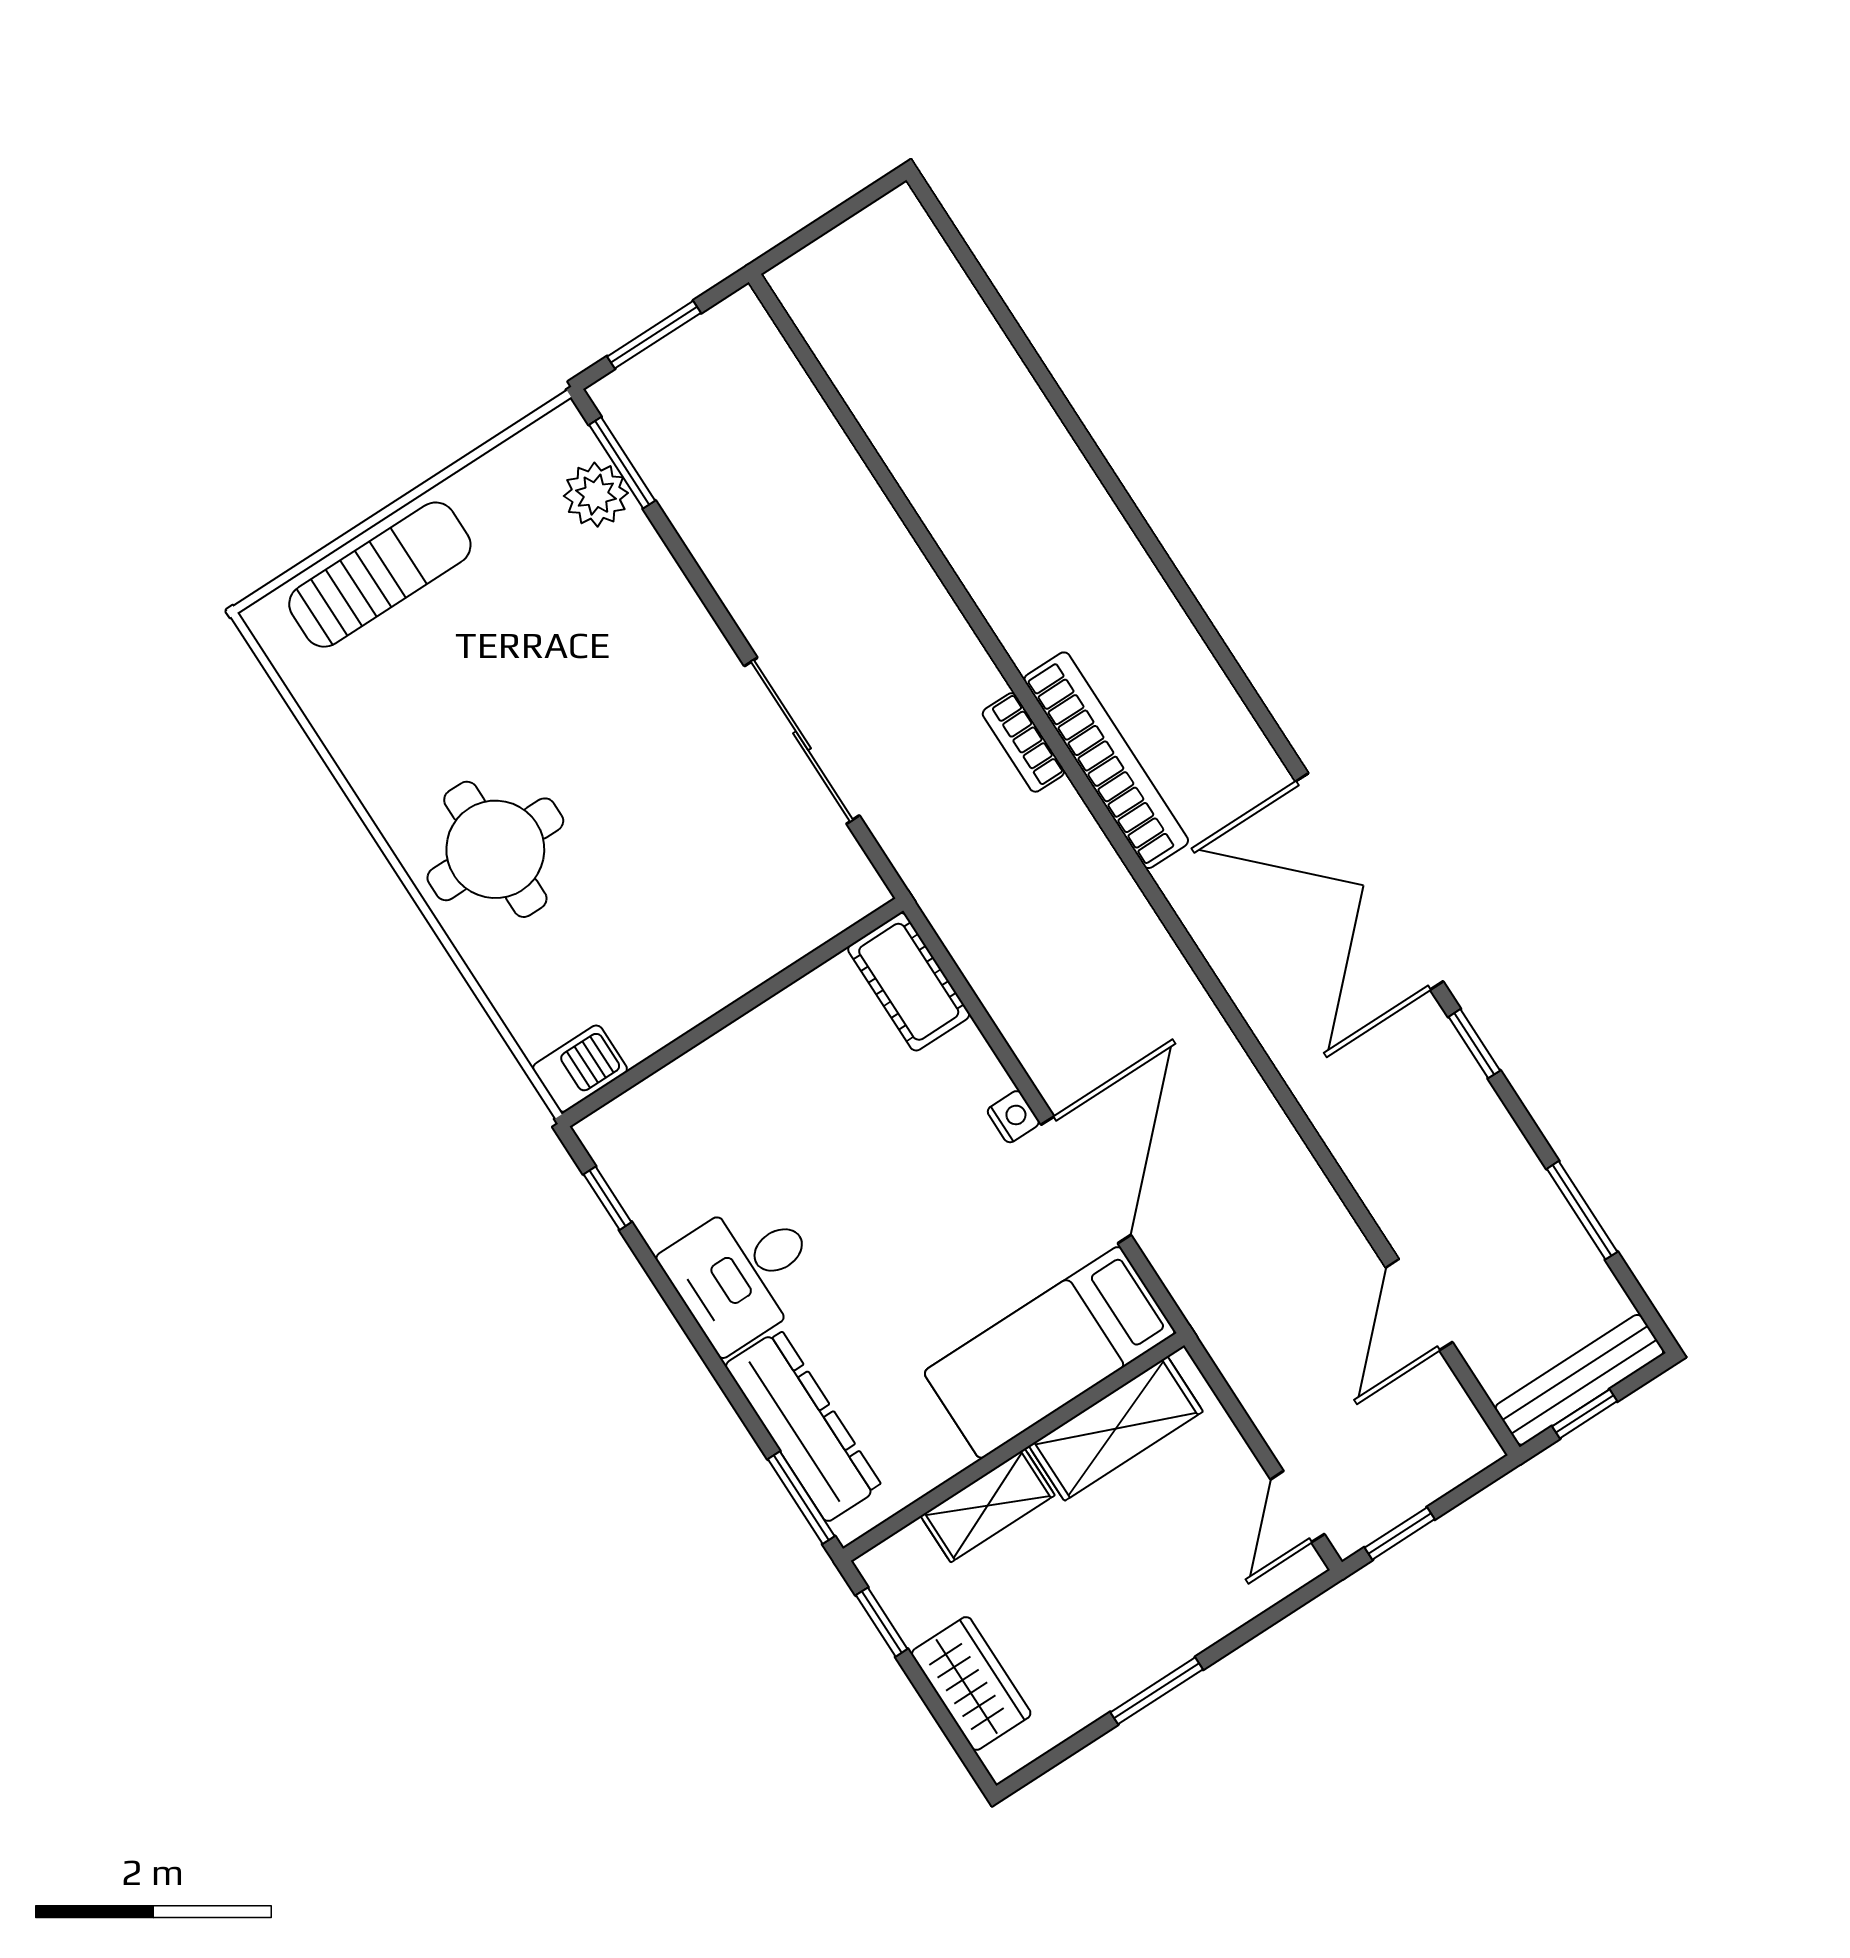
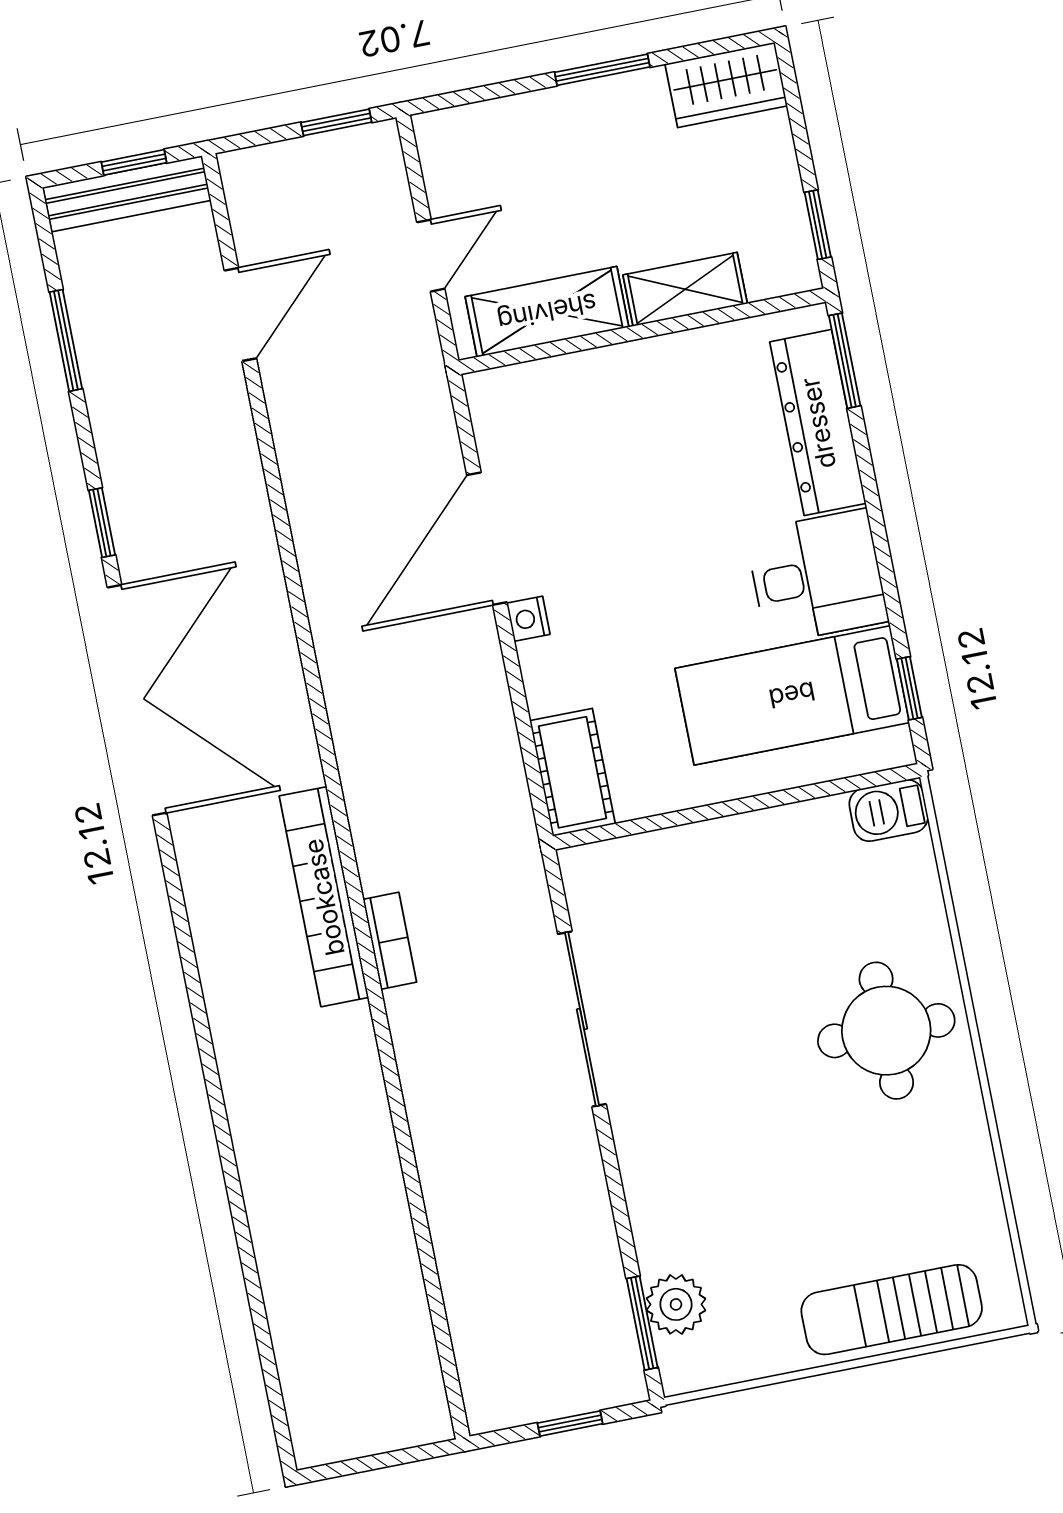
window: (654, 335) -> (570, 1423), width x0.67
bed: (1050, 1352) -> (792, 695), moved, turned 180
door: (1297, 1507) -> (431, 256), moved
wardrobe: (971, 1683) -> (726, 85), moved, turned -90

